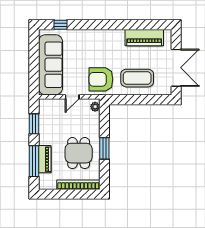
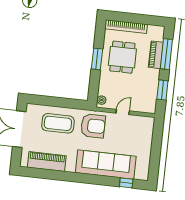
sofa: (50, 65) -> (106, 164), moved, turned 90

